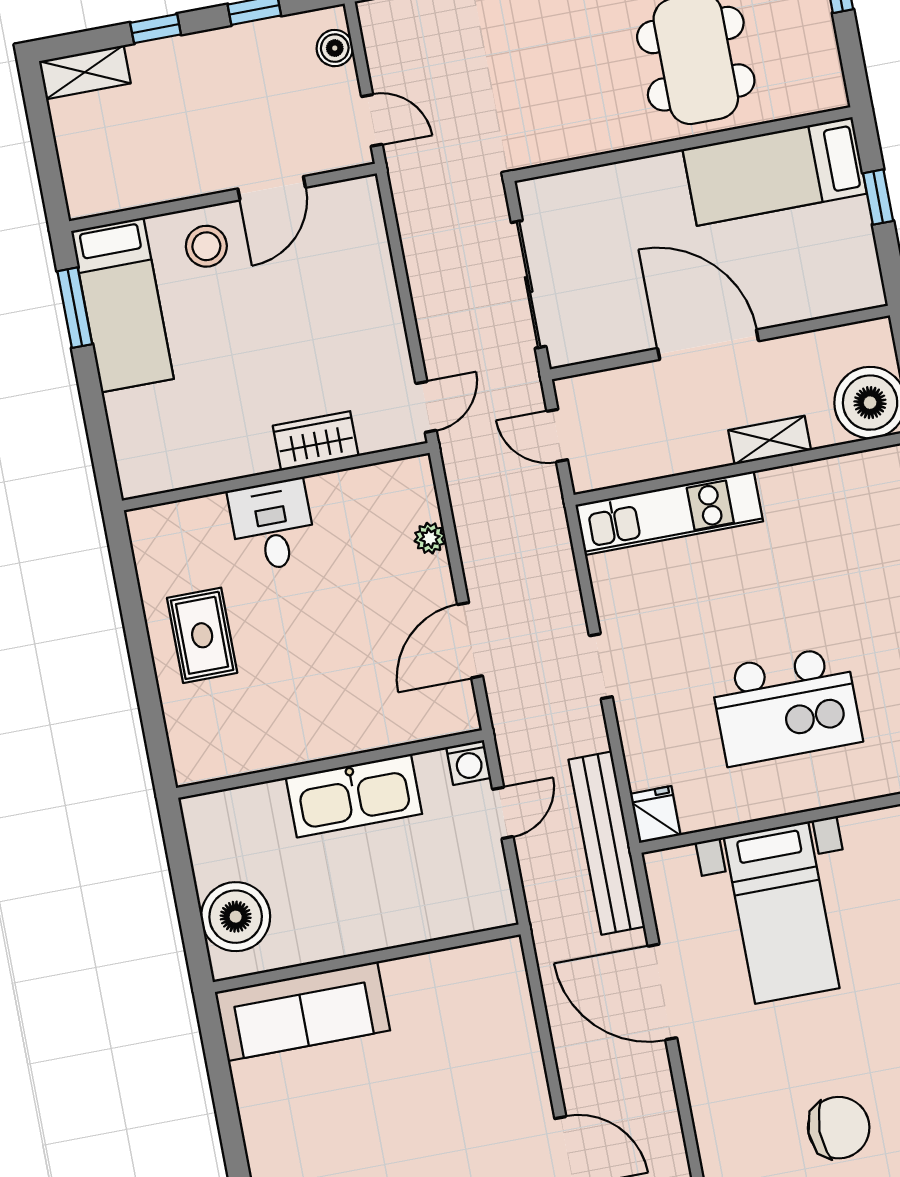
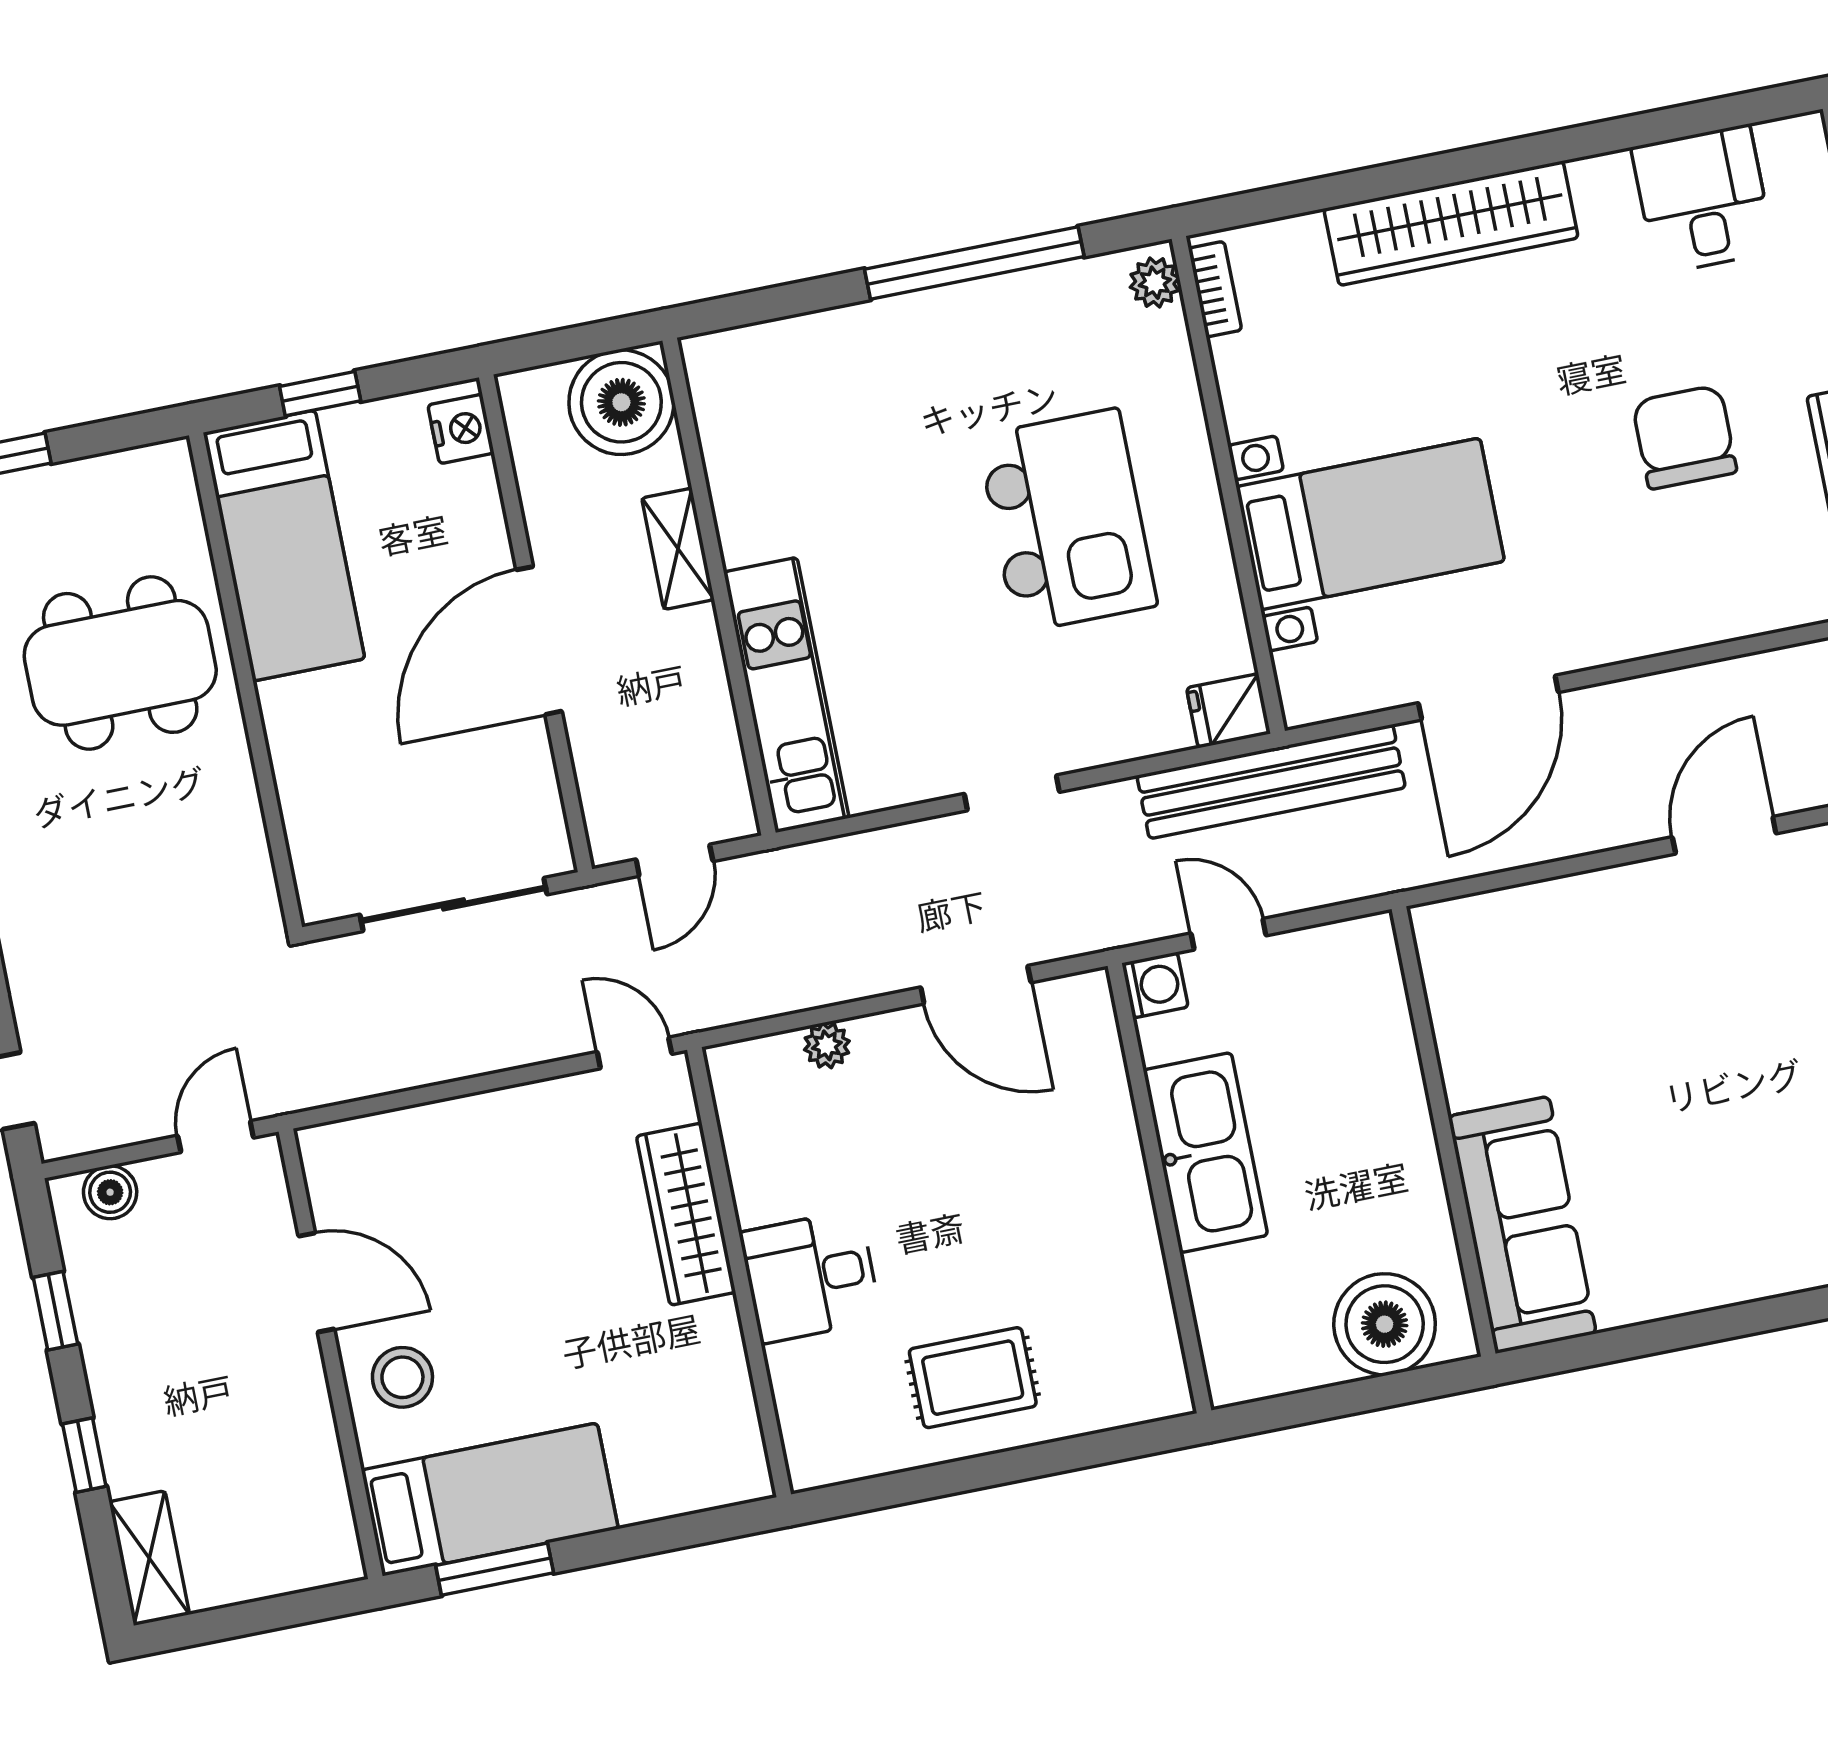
nightstand: (853, 293) -> (461, 429), added
wardrobe: (316, 441) -> (686, 1214), width x1.50

